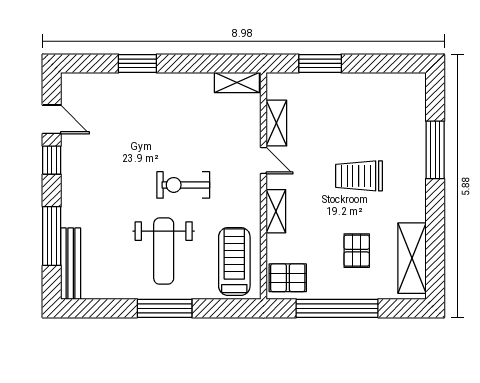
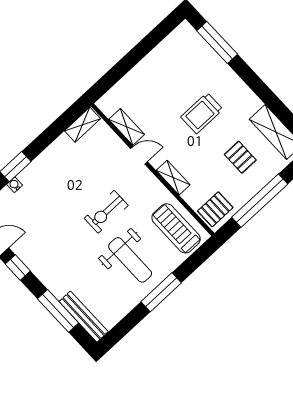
window: (320, 63) -> (120, 70), removed
water cooler: (121, 80) -> (15, 185), added
window: (435, 150) -> (217, 42), moved

